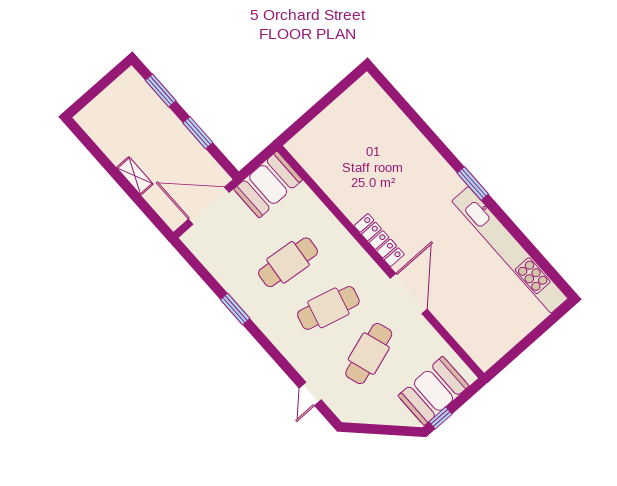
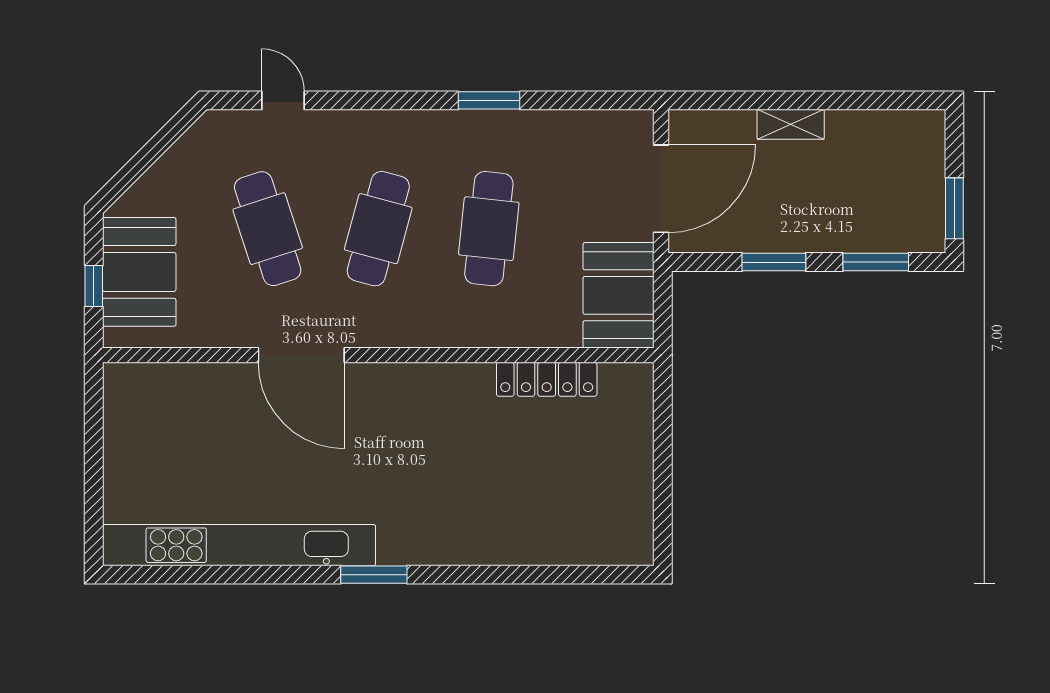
window: (110, 78) -> (954, 208), added
locker: (379, 240) -> (547, 379), moved
window: (440, 418) -> (94, 286), moved

